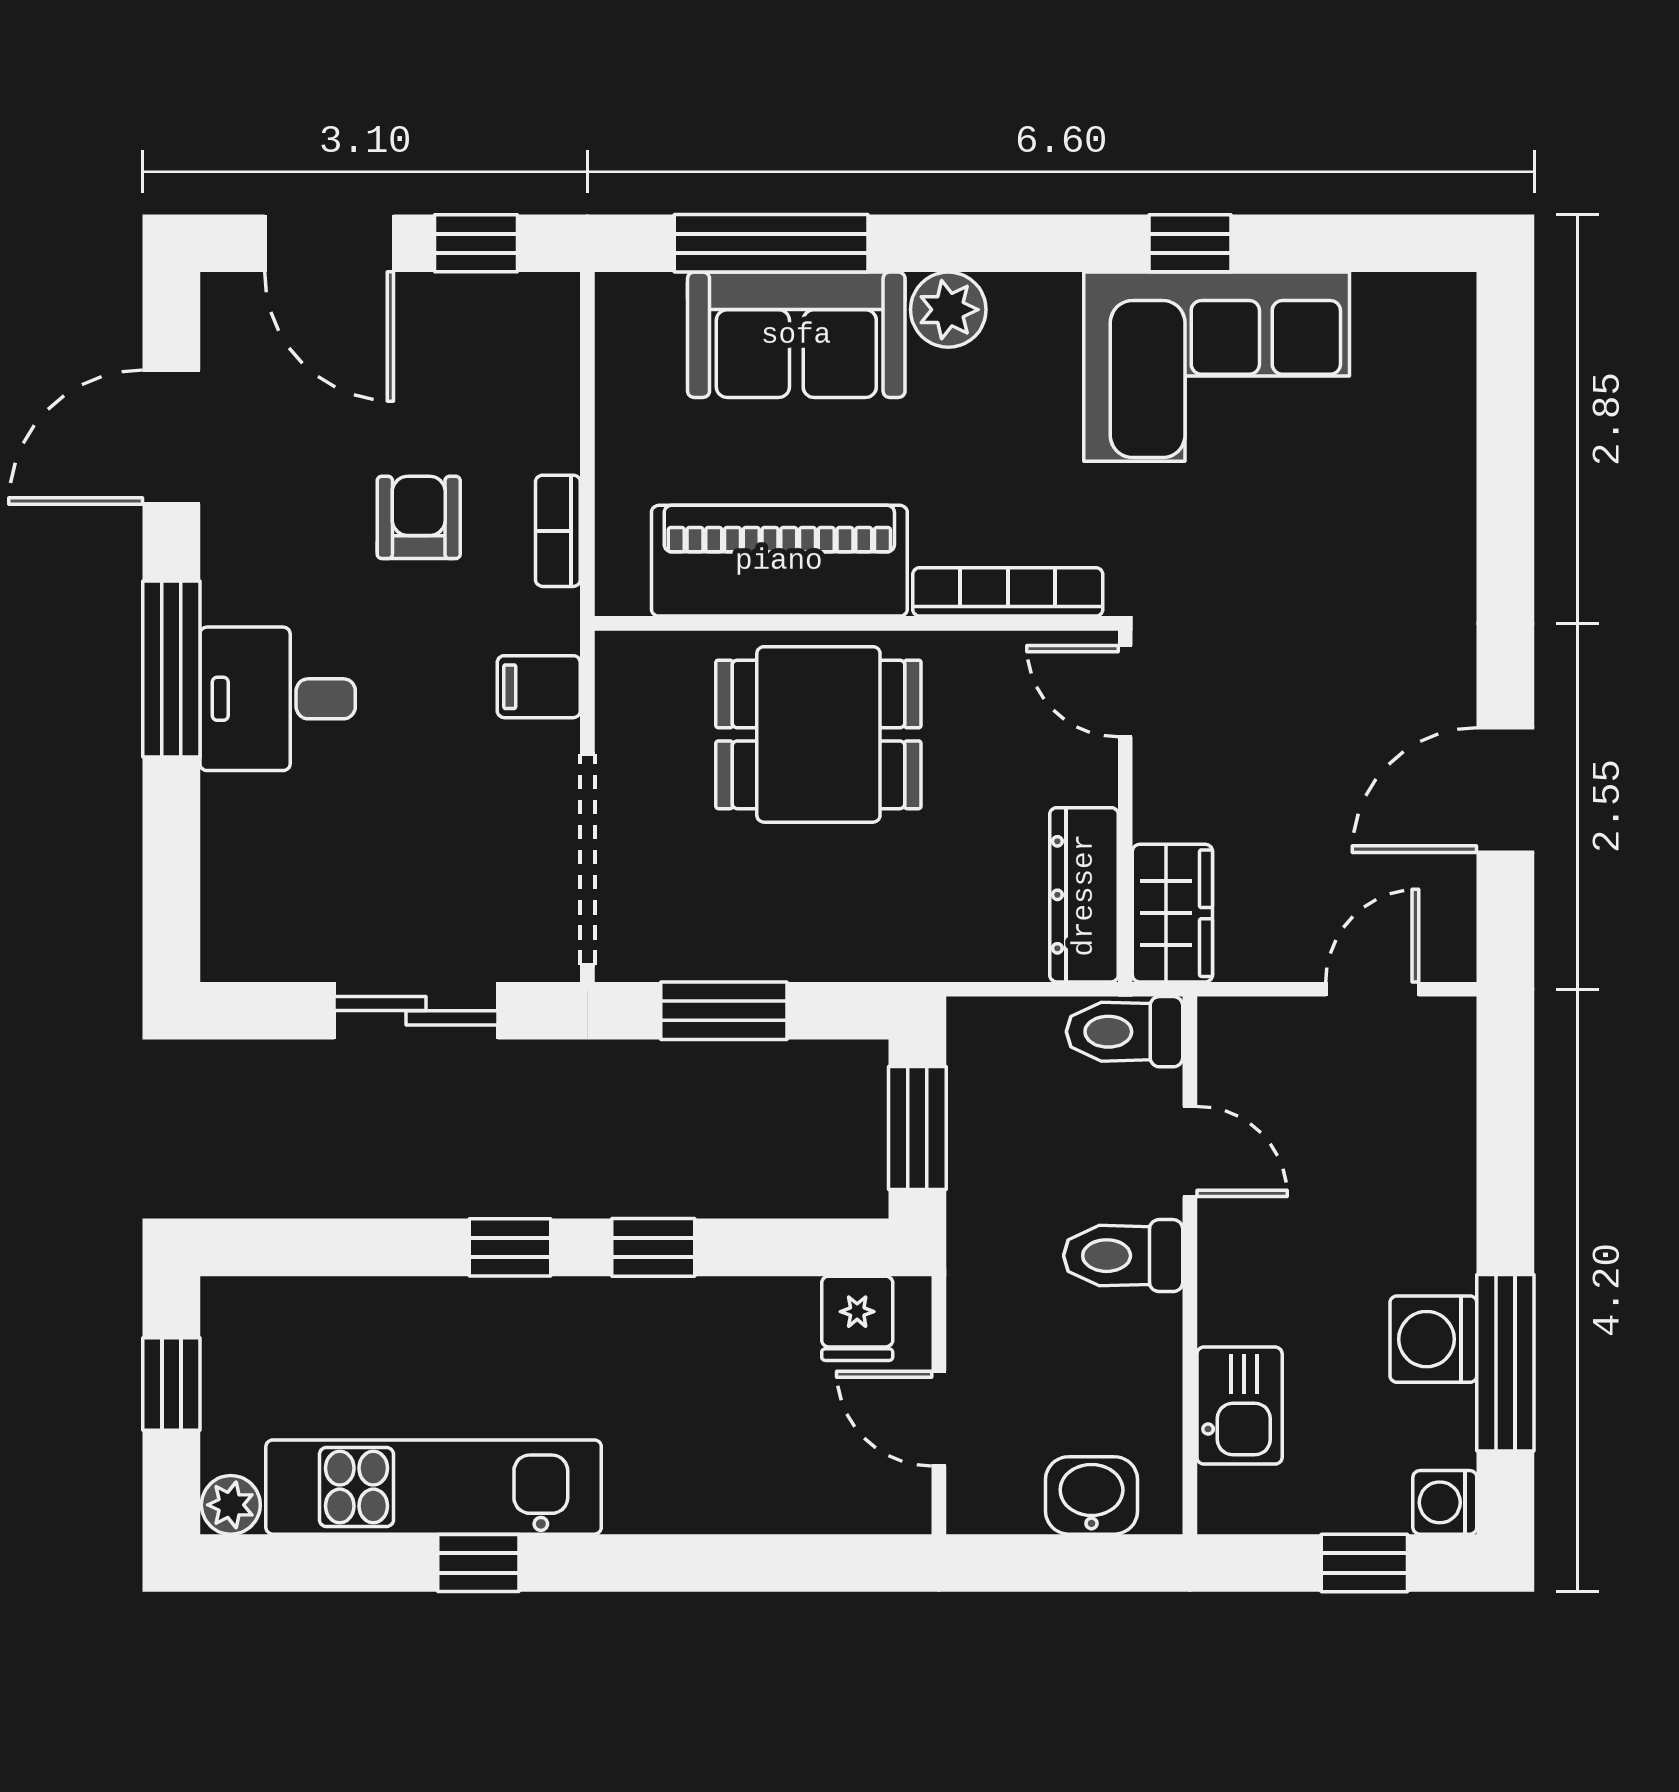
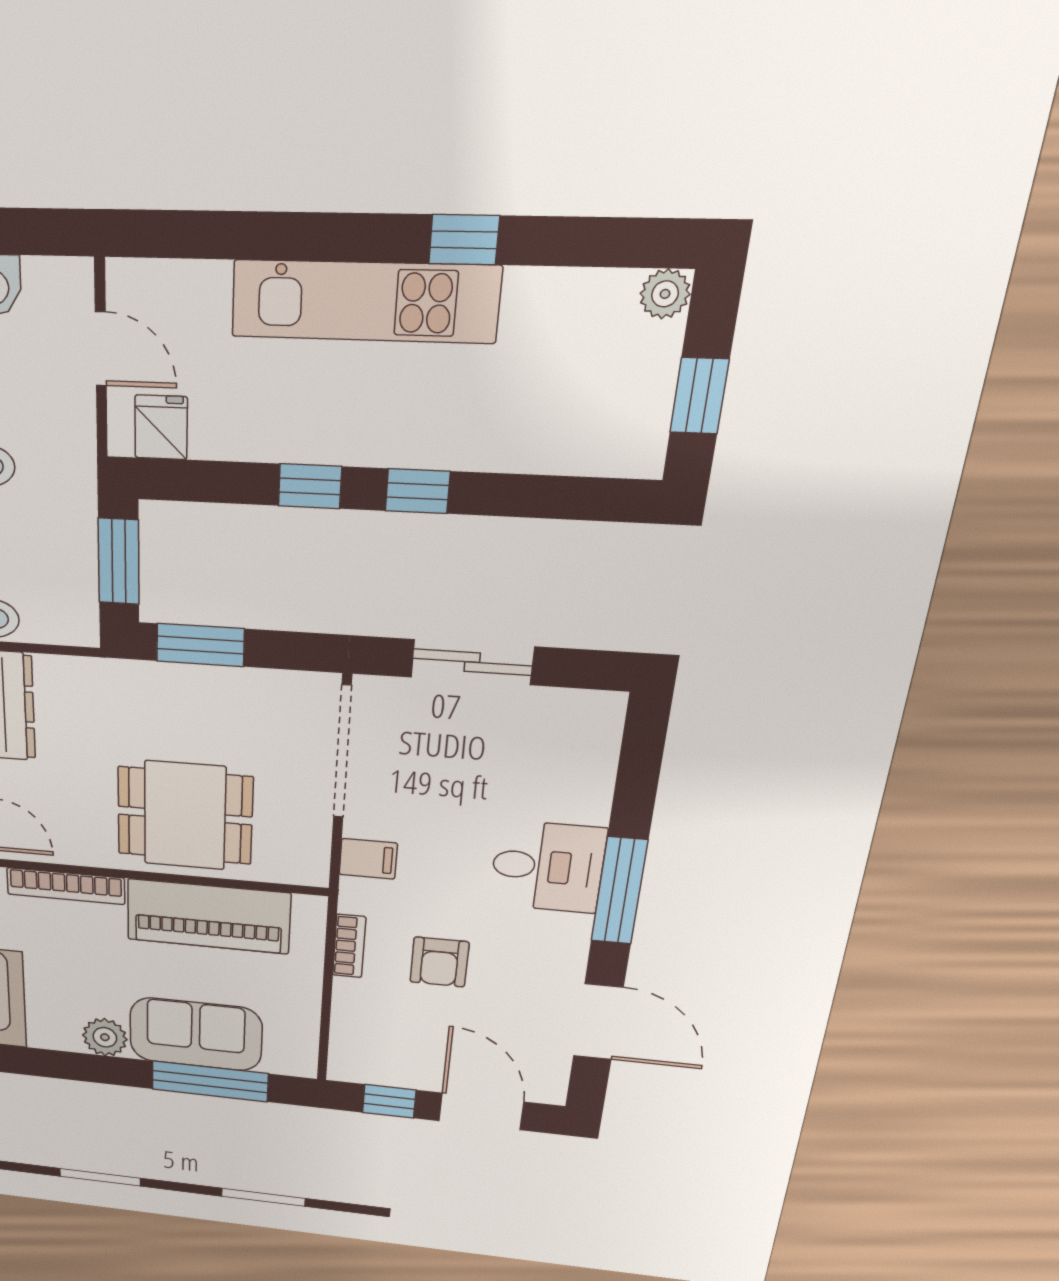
door: (171, 437) -> (598, 1022), hinge flipped
window: (724, 1011) -> (200, 645), moved
kitchen unit: (434, 1487) -> (364, 302), moved

